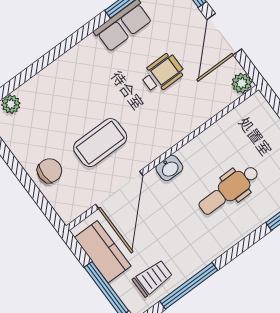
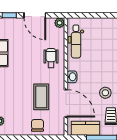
wheelchair: (162, 73) -> (51, 58), moved
dental chair: (229, 190) -> (76, 41), moved
stool: (184, 241) -> (105, 93), added

